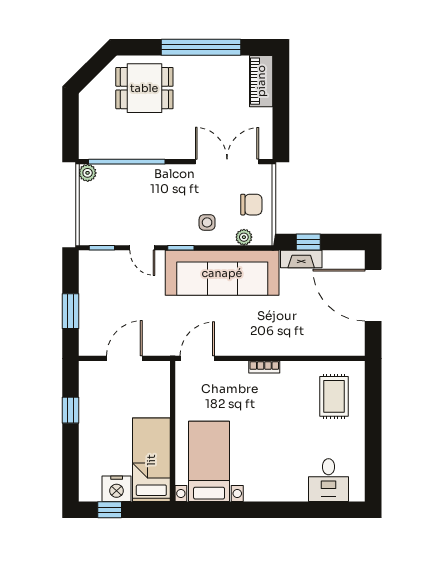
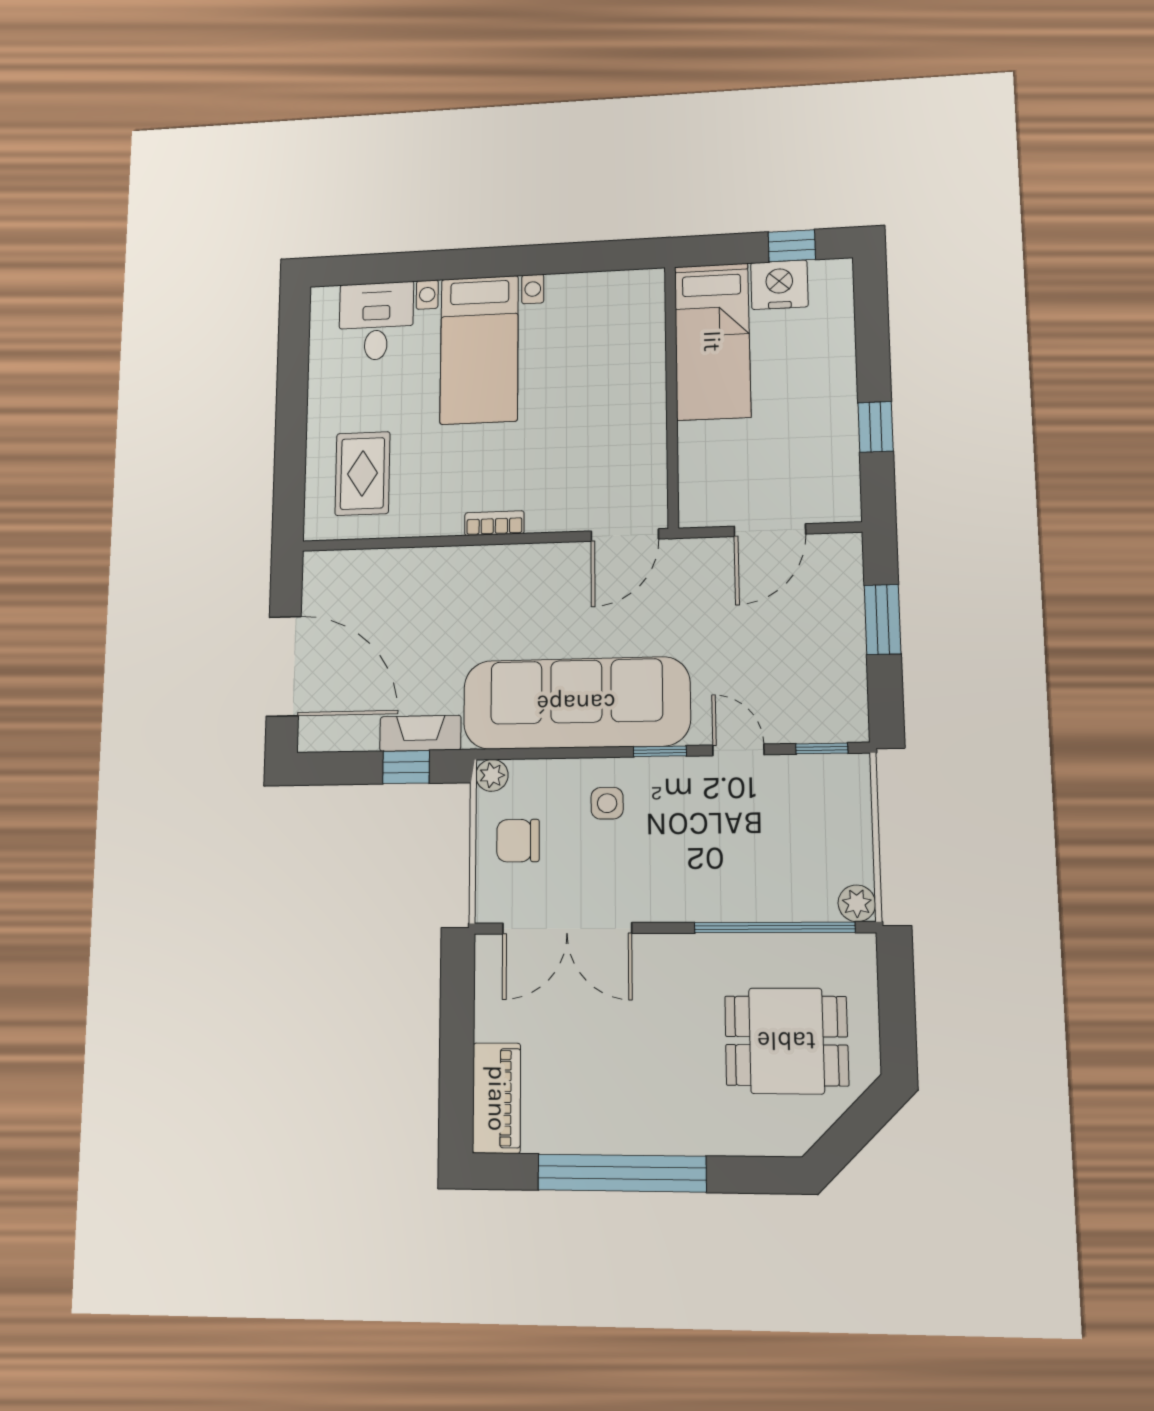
dining table: (144, 88) -> (786, 1041), moved
plant: (244, 237) -> (492, 775), moved
bed with nightstands: (209, 461) -> (479, 350), moved

